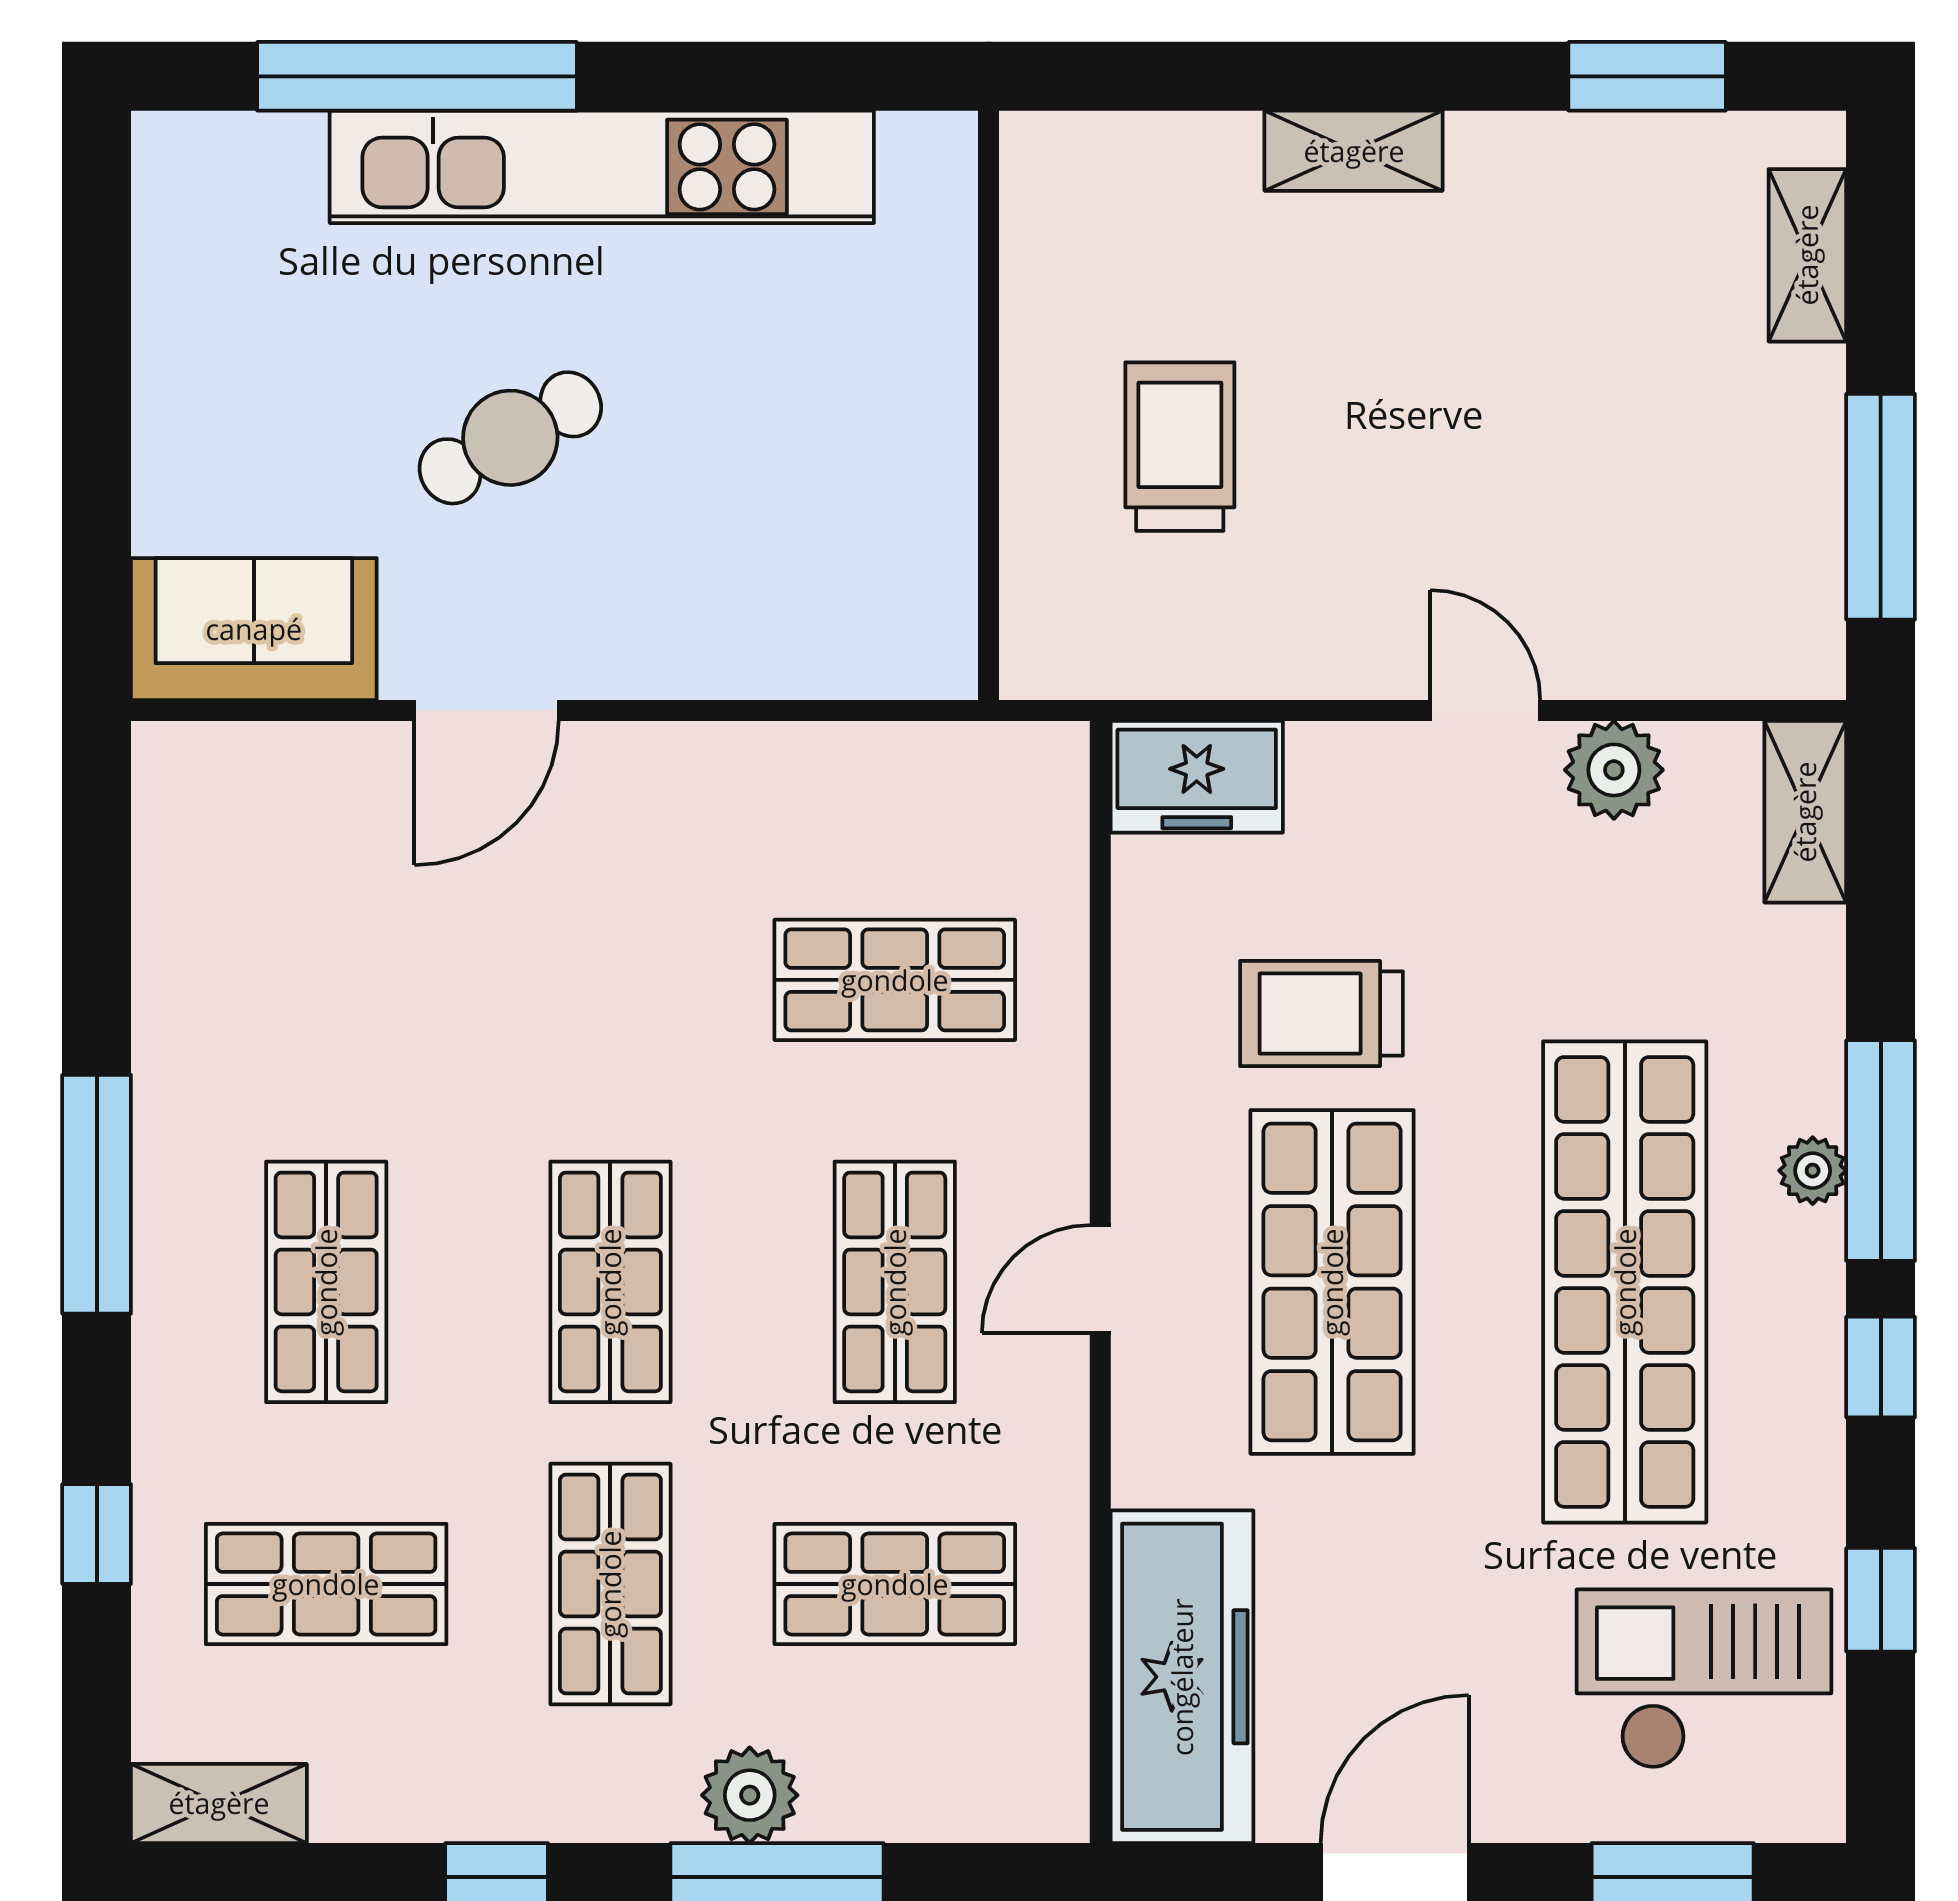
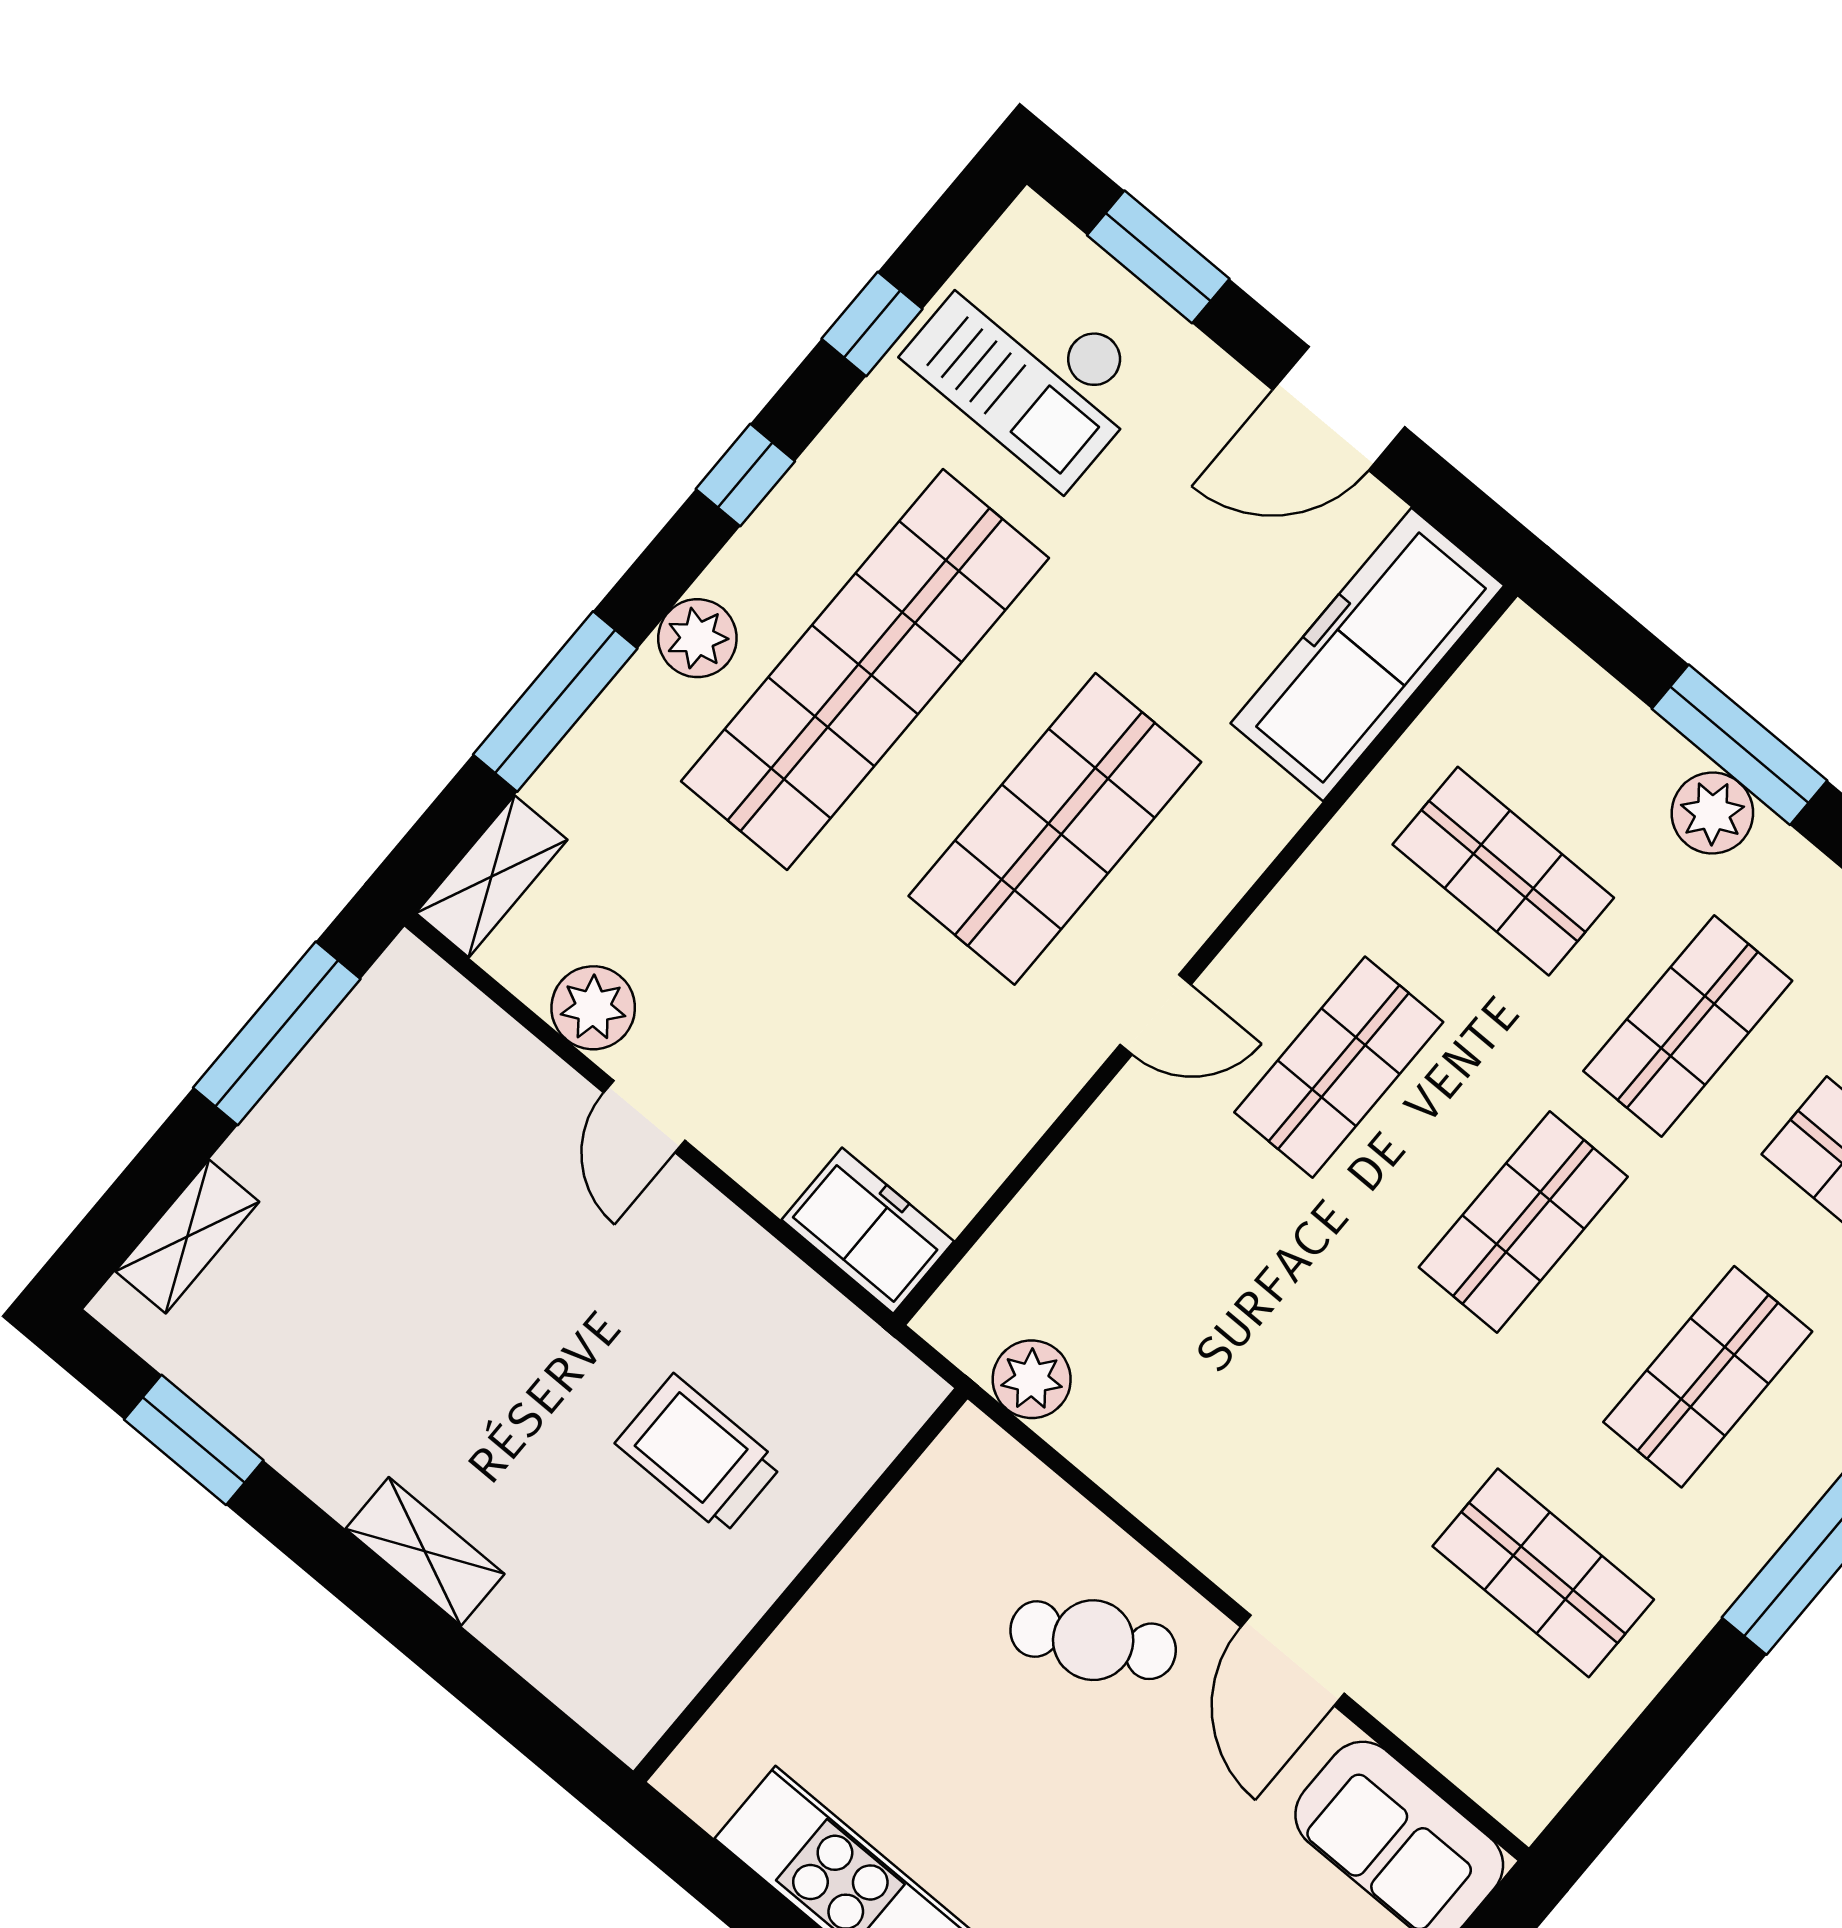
cafe table: (510, 438) -> (1093, 1640), moved
trolley: (1180, 447) -> (699, 1454), turned 90
door: (487, 710) -> (1292, 1660), swing flipped
plant: (936, 767) -> (1032, 1379), added
shop shelf: (895, 980) -> (1543, 1573), moved
trolley: (1321, 1013) -> (916, 1009), removed
window: (1881, 1151) -> (555, 702), moved
plant: (1813, 1171) -> (697, 638), width x1.38, depth x1.38
door: (1100, 1279) -> (1156, 1015), moved

